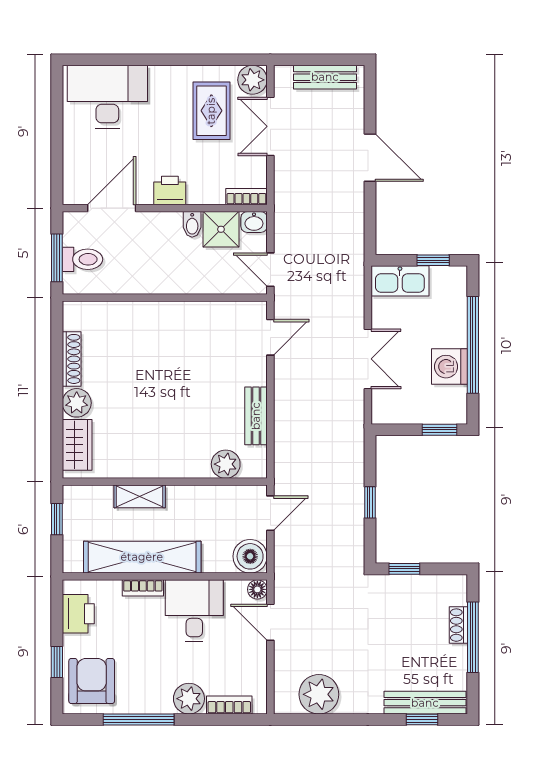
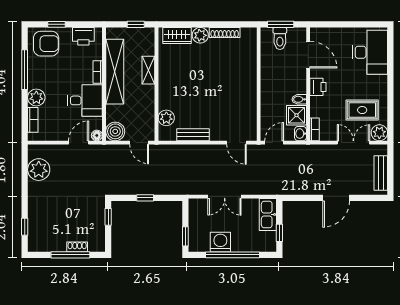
bench: (425, 703) -> (34, 228), removed

